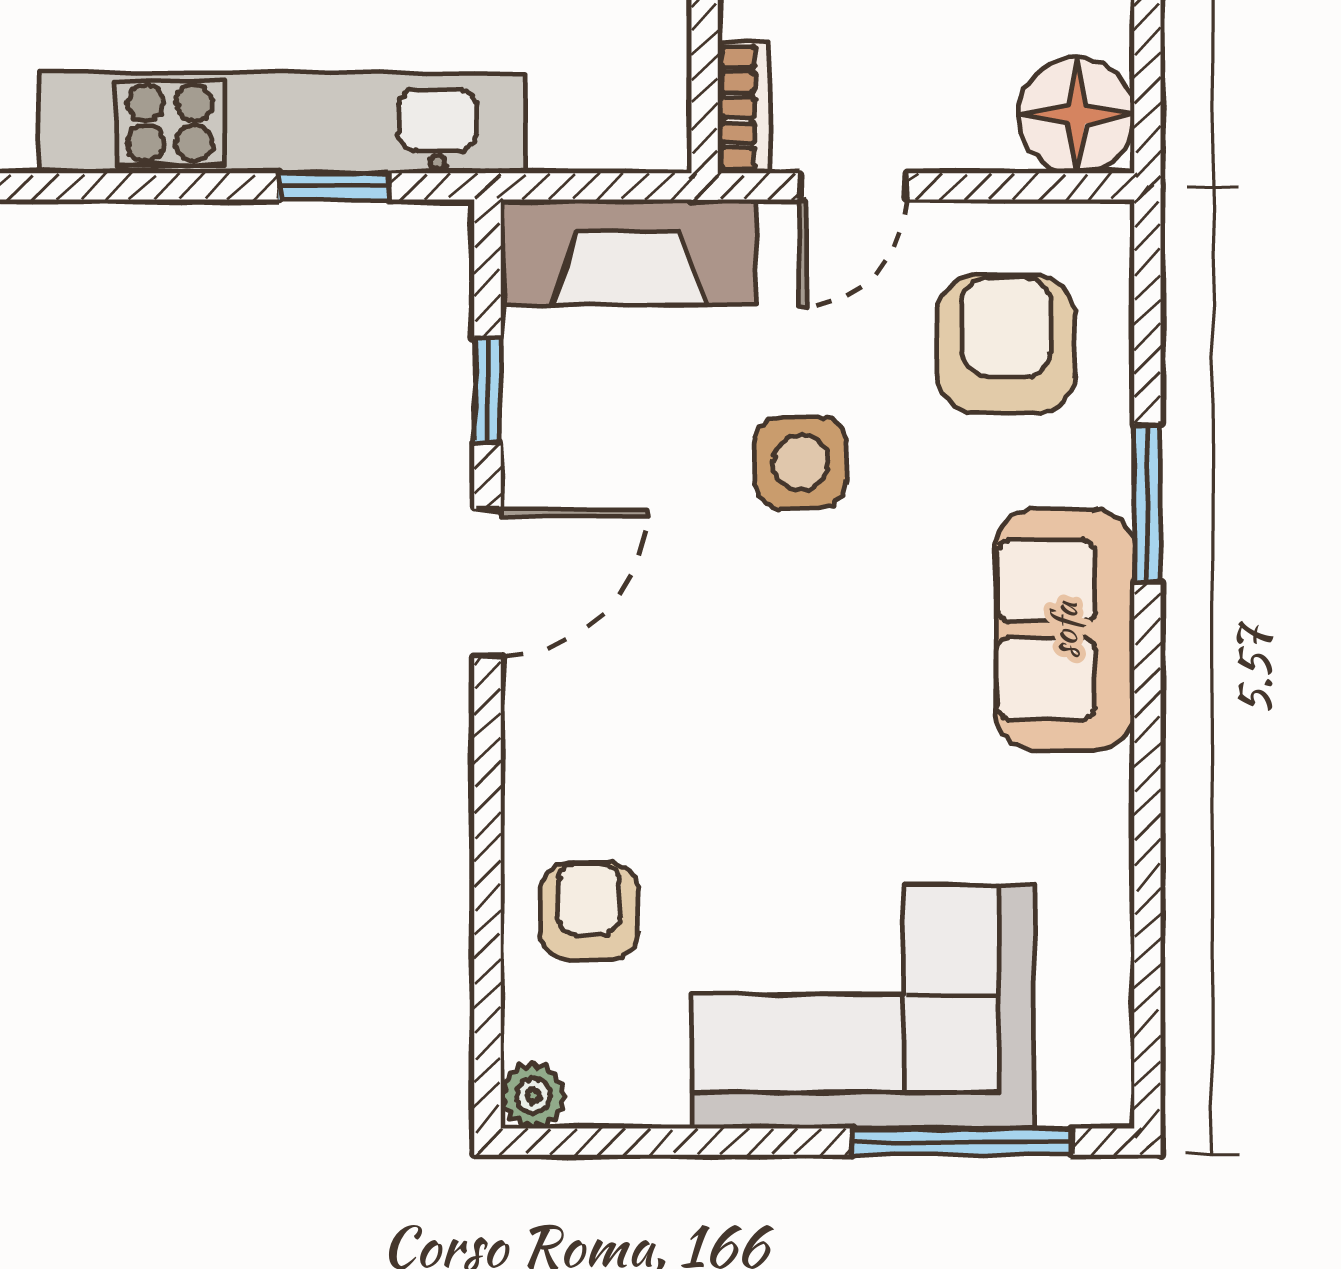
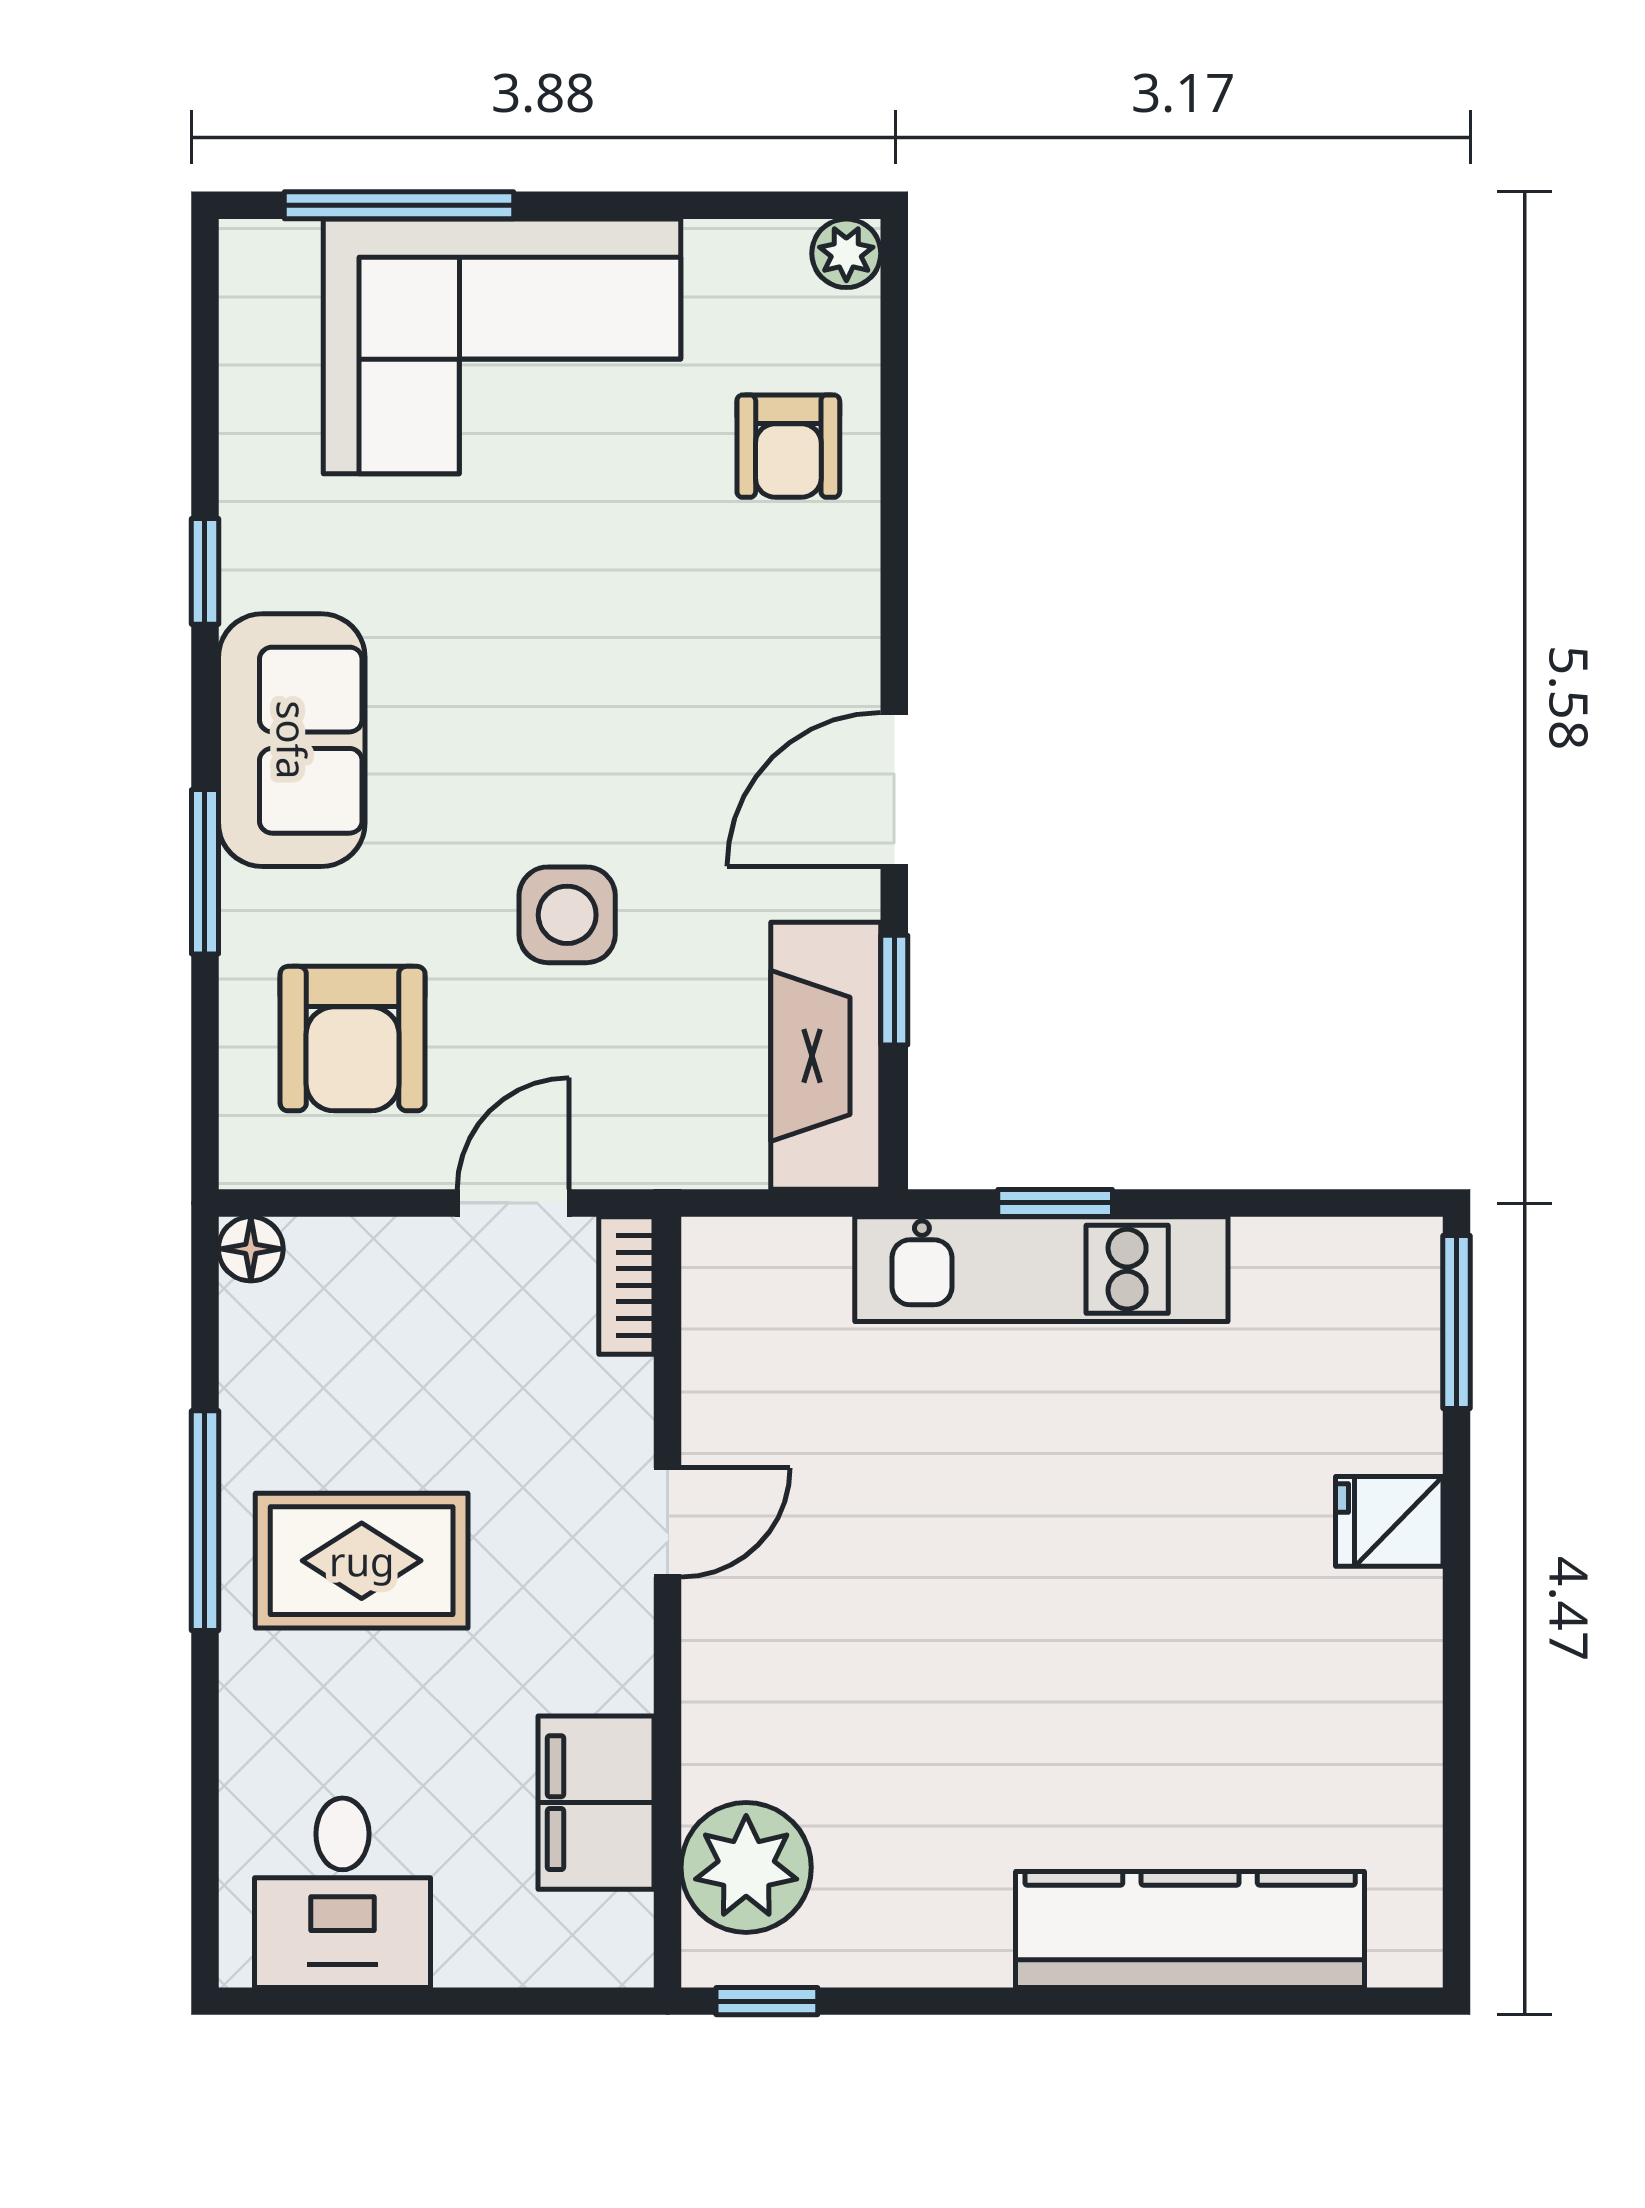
floor lamp: (1076, 115) -> (251, 1249), width x0.53, depth x0.53
kitchen unit: (282, 123) -> (1041, 1269), width x0.73
fireplace: (628, 252) -> (826, 1056), moved, turned -90
window: (1147, 791) -> (205, 571), added

